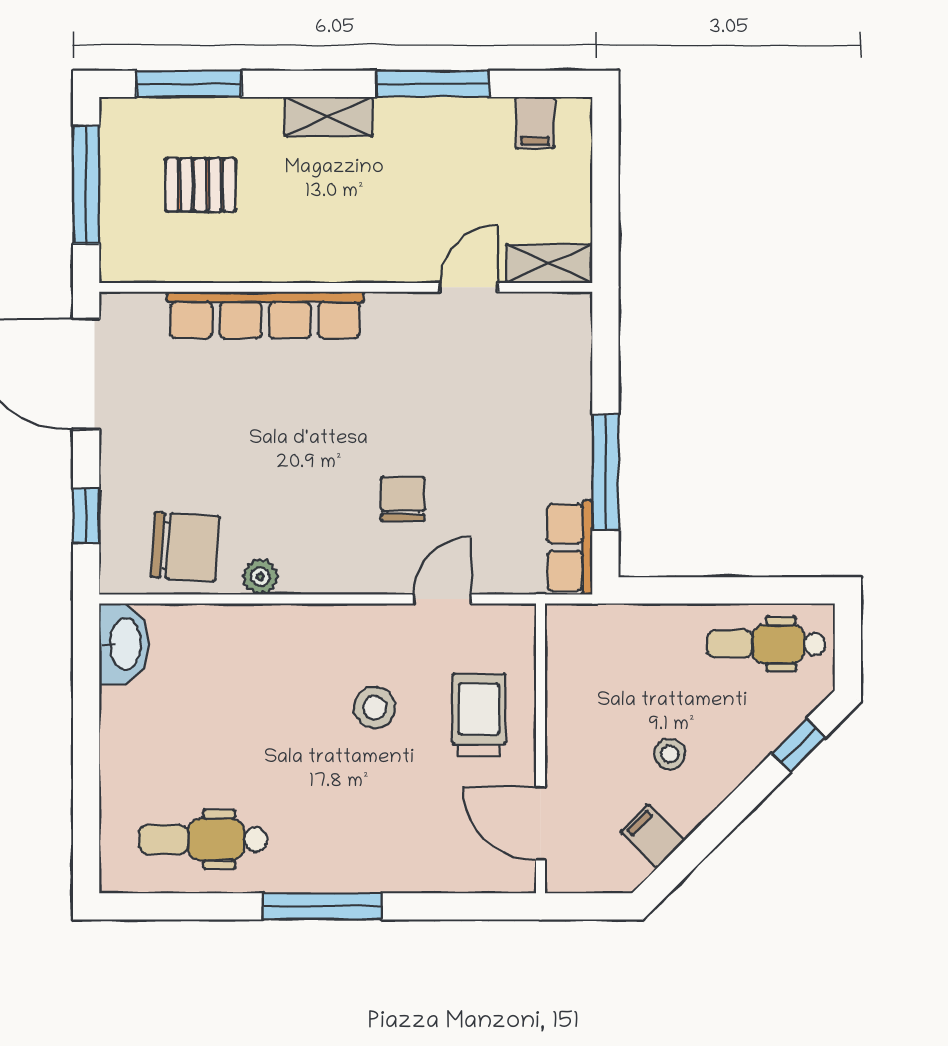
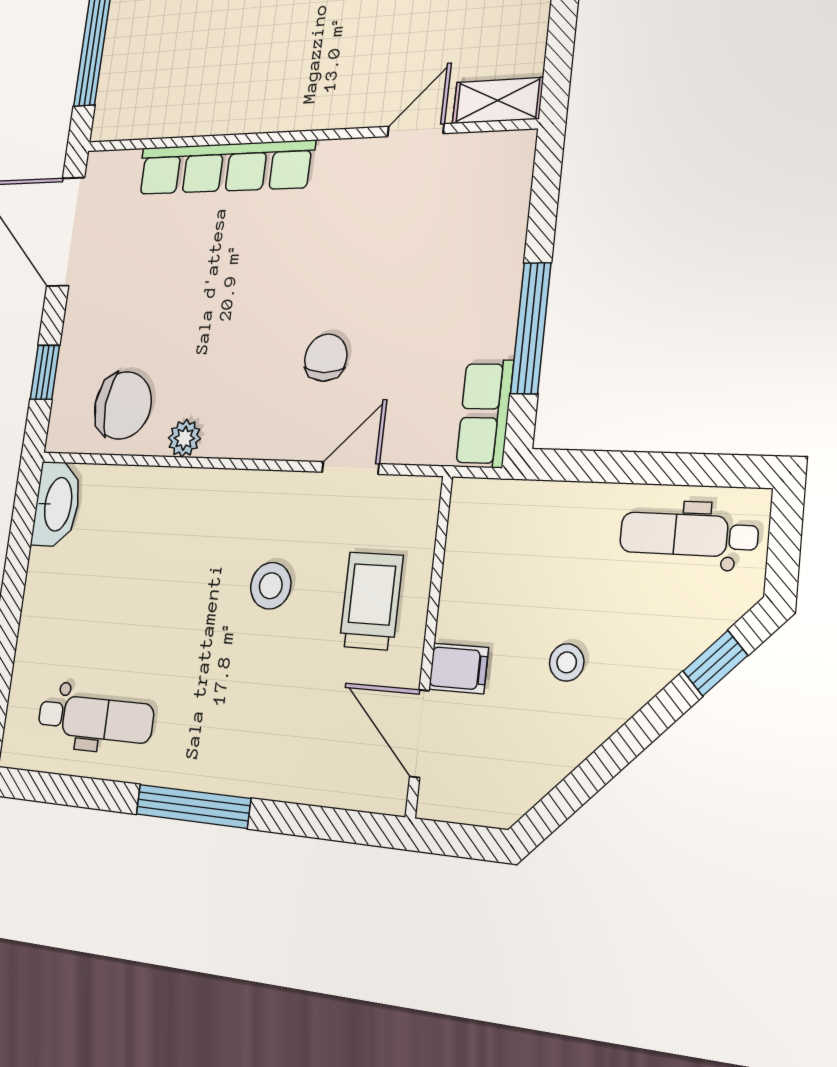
pallet: (201, 185) -> (187, 42), removed
filing cabinet: (653, 836) -> (459, 668), moved, turned 135
dental chair: (203, 839) -> (95, 718), turned 180

